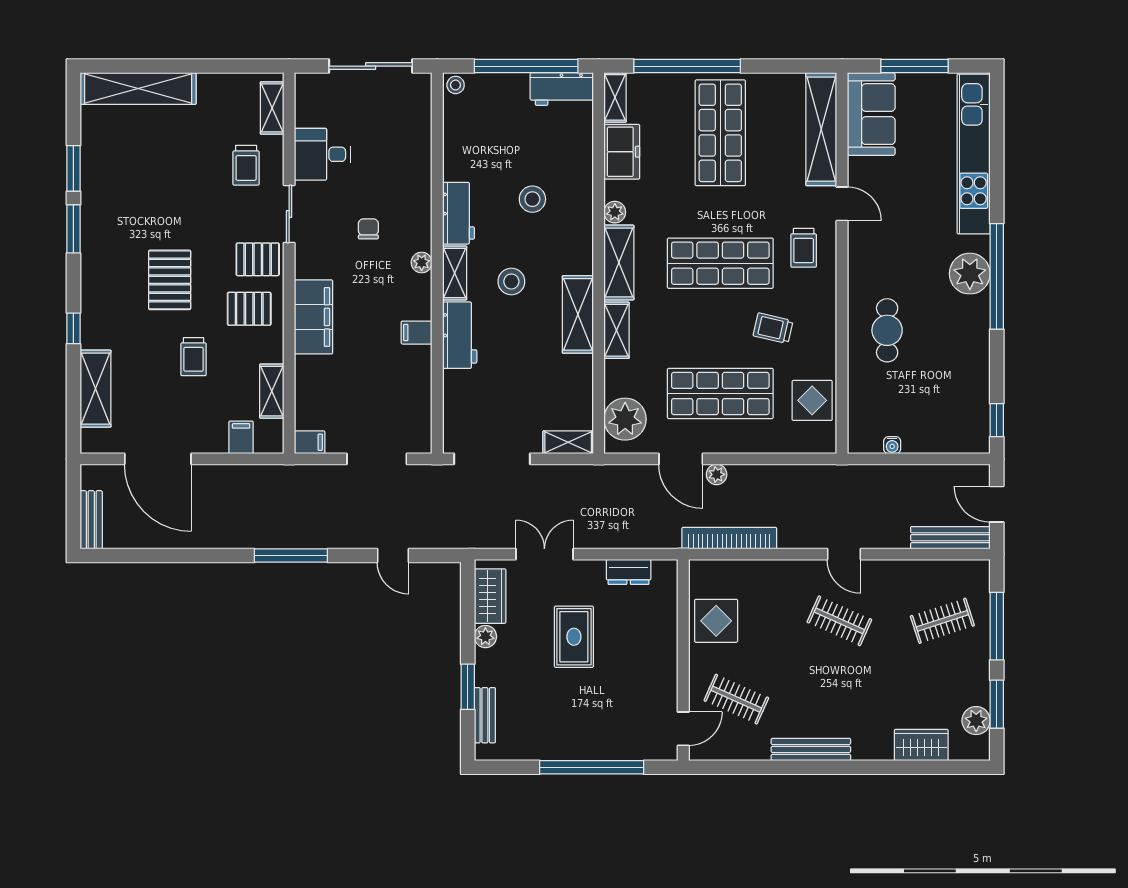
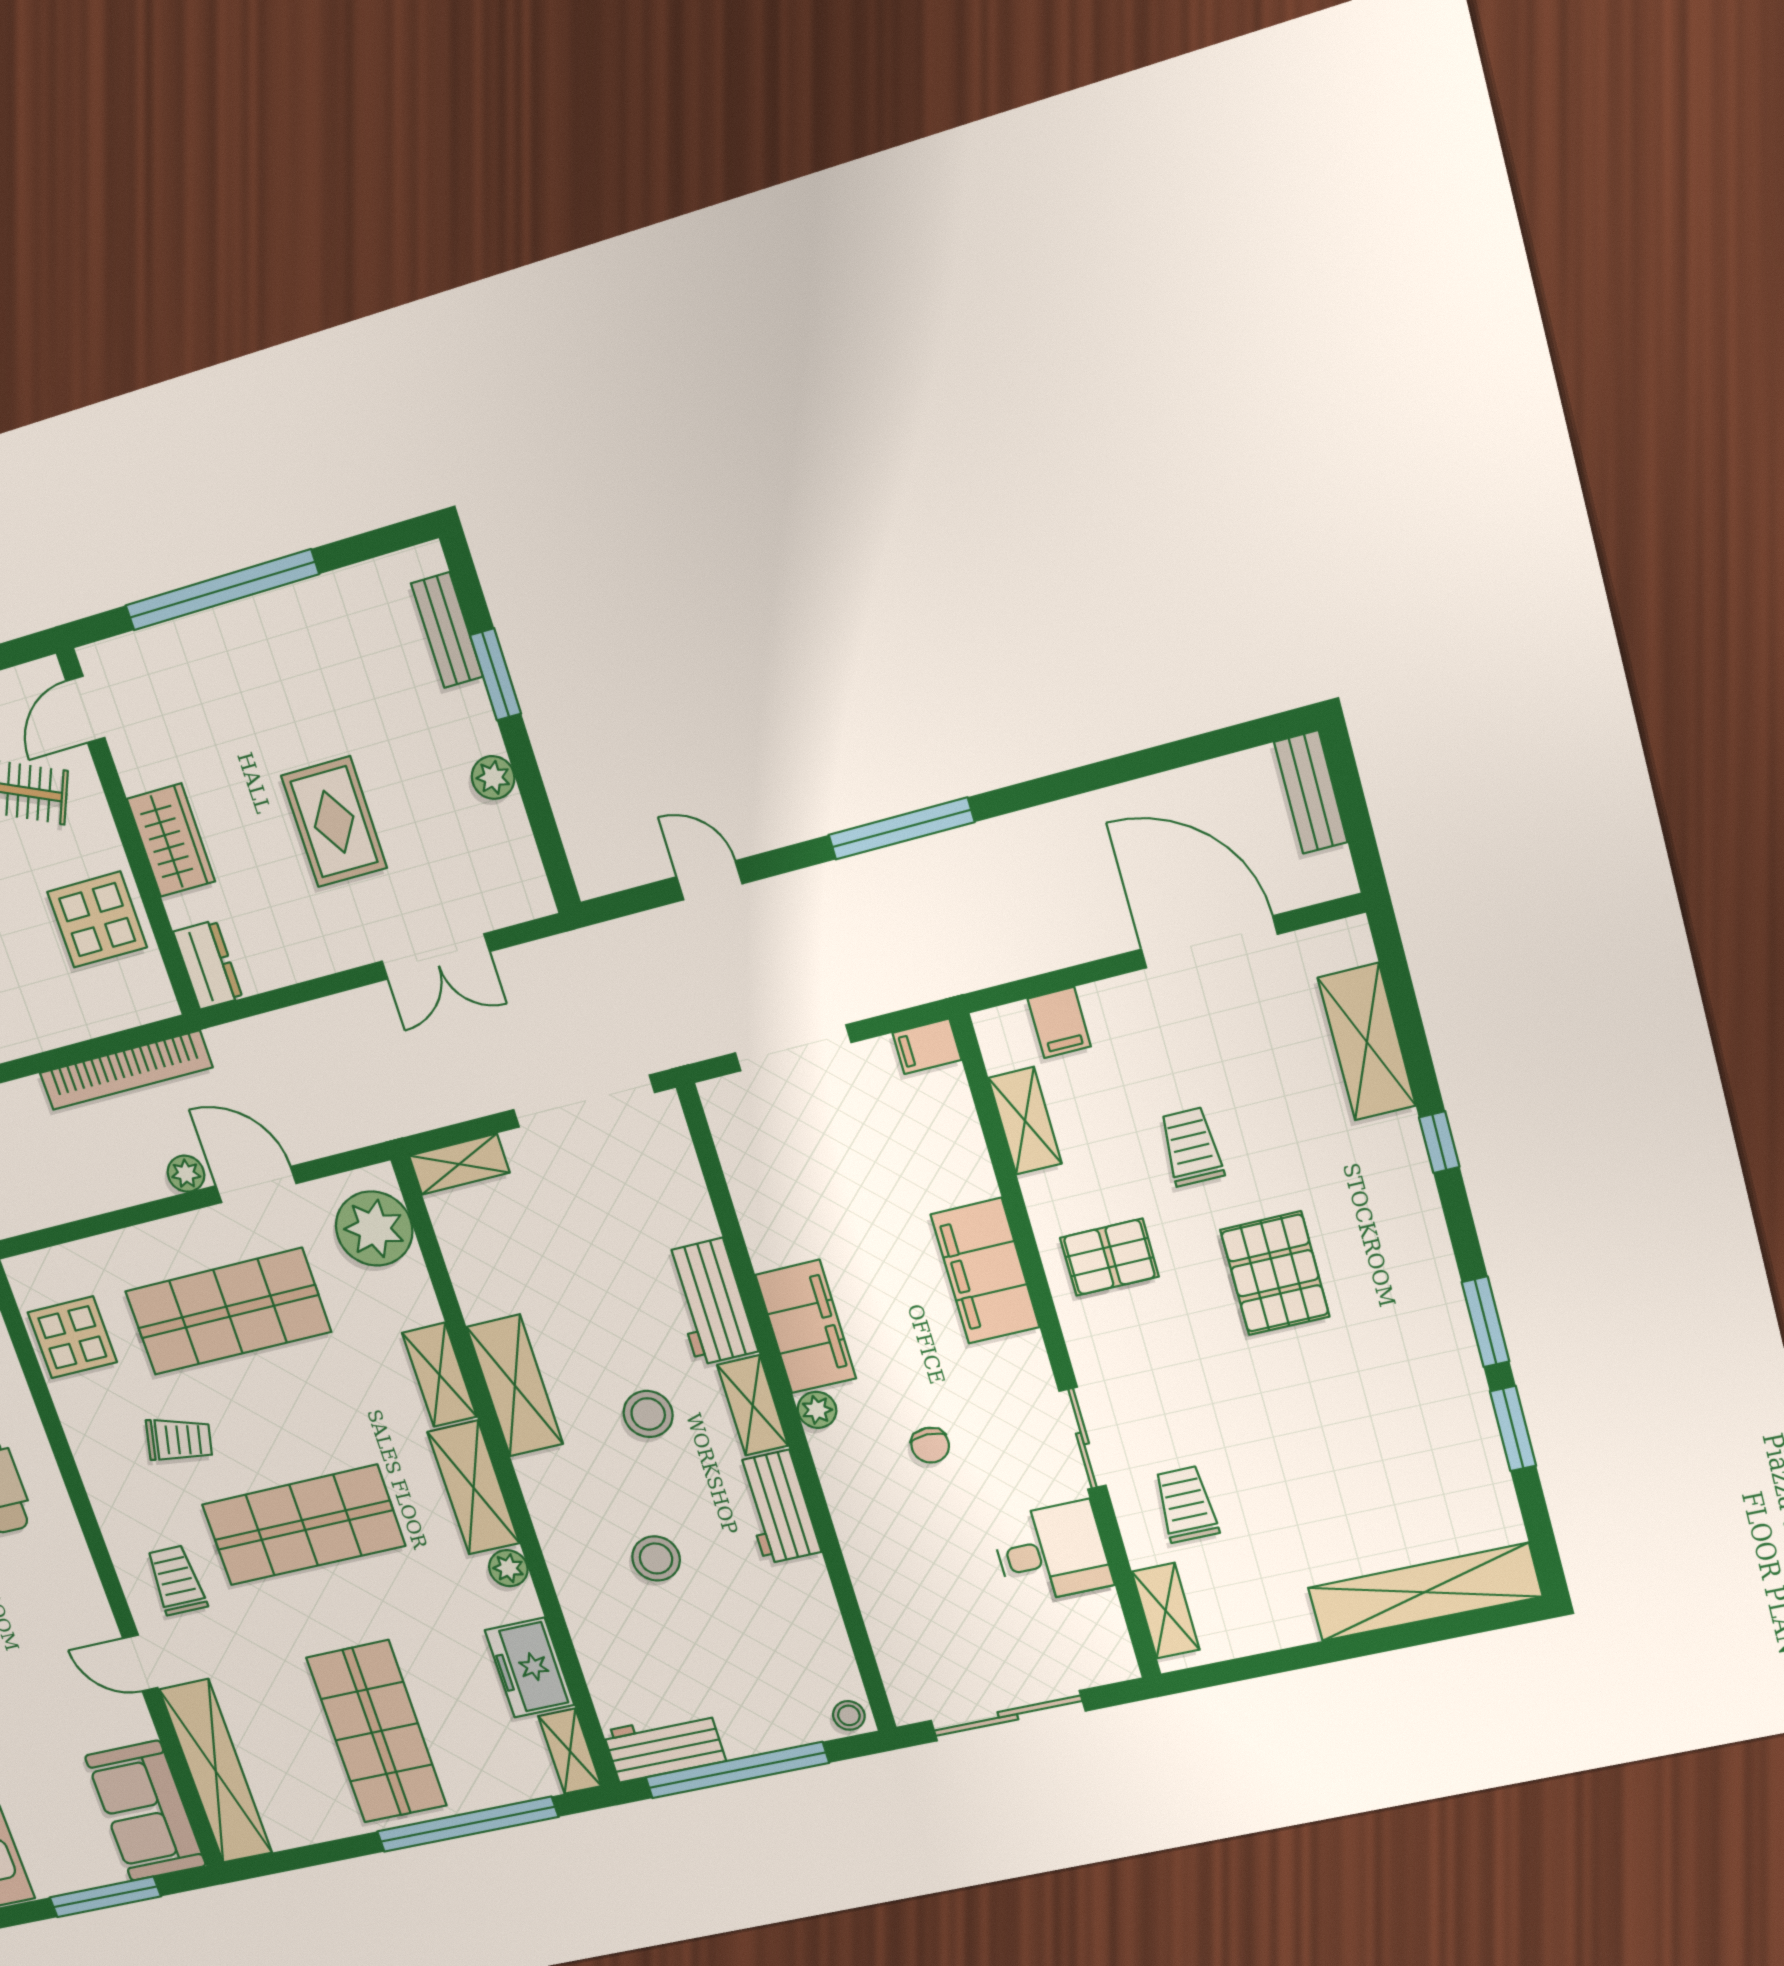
pallet: (258, 259) -> (1118, 1347), removed
filing cabinet: (417, 333) -> (806, 1327), width x3.00, depth x1.17
dresser: (629, 572) -> (208, 965), moved, turned 90
wardrobe: (490, 596) -> (171, 840), moved, turned 180

